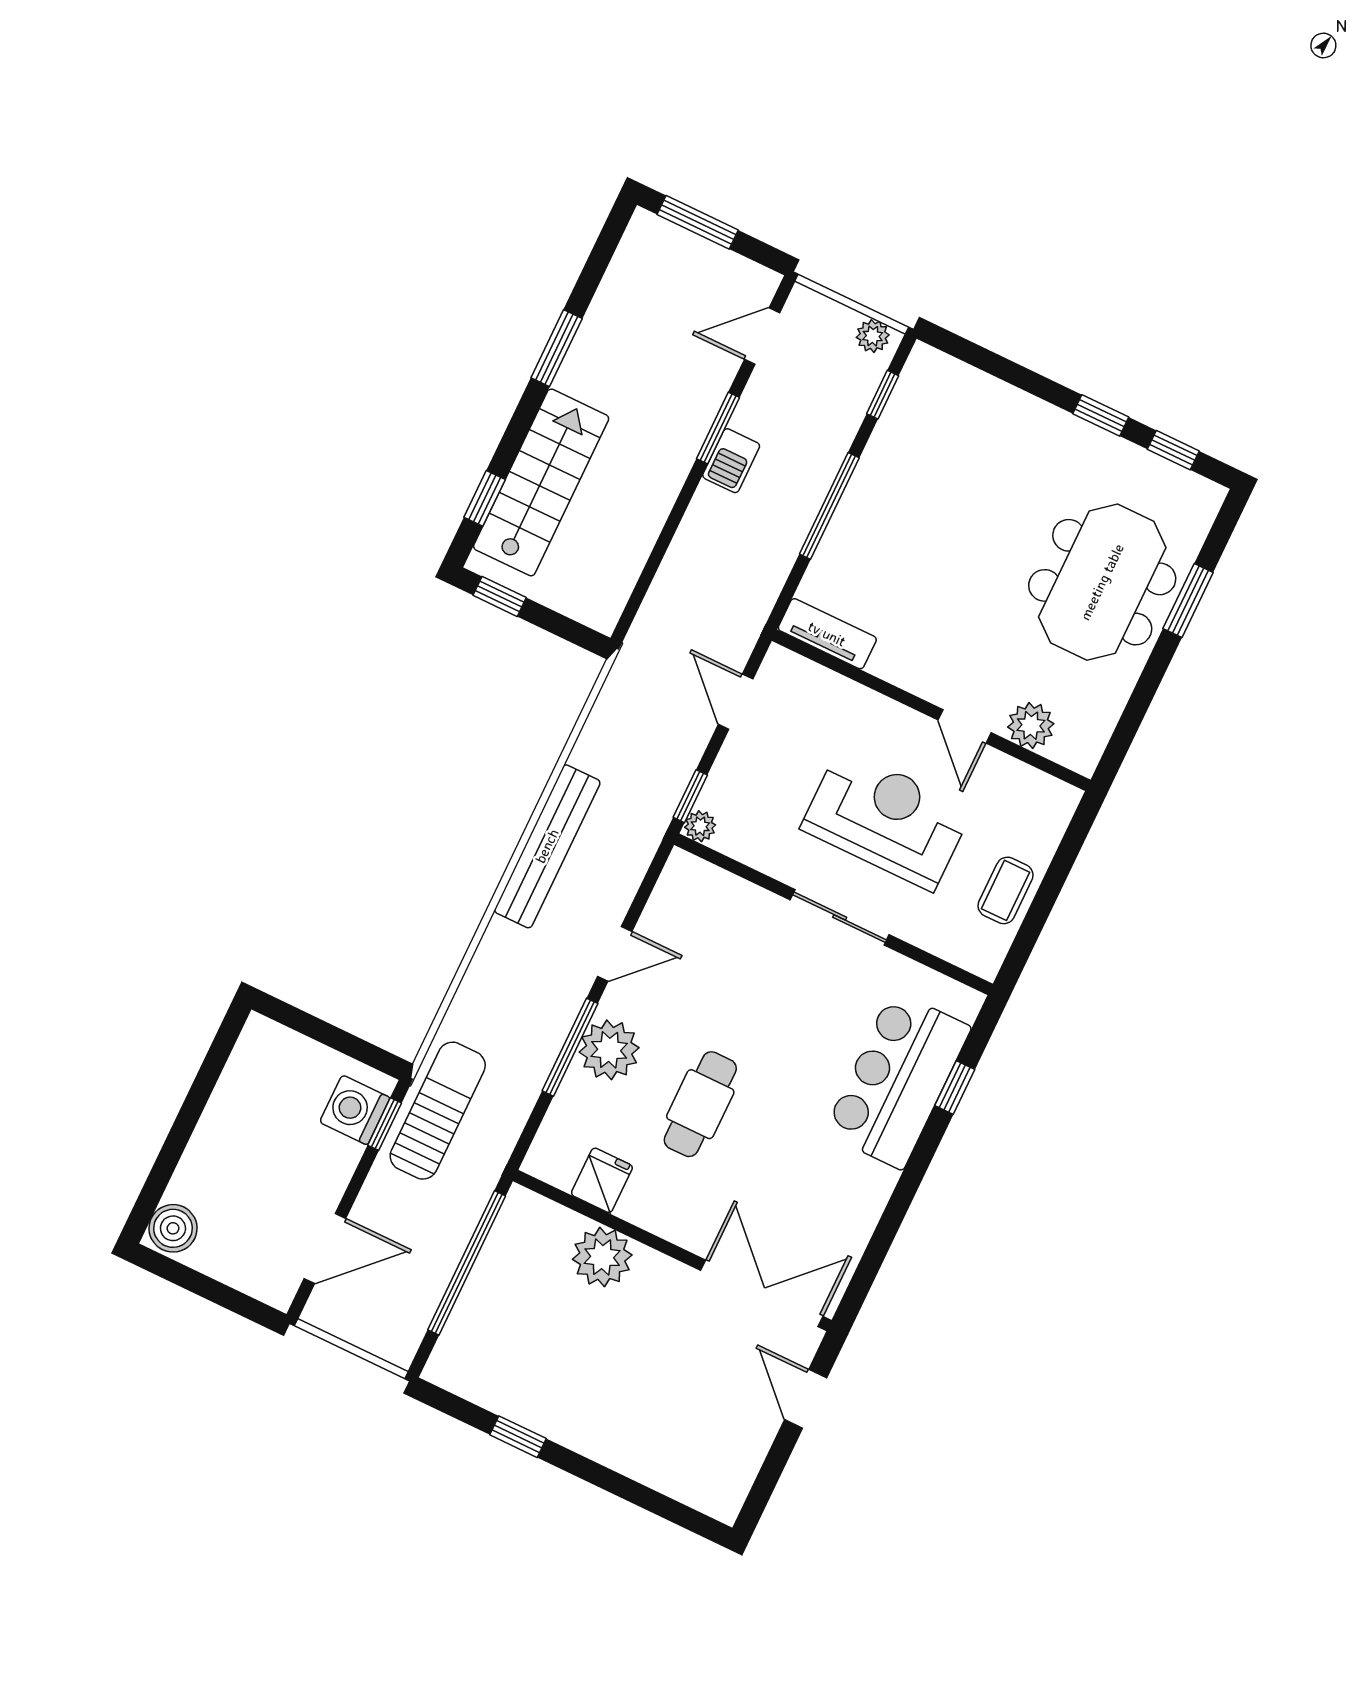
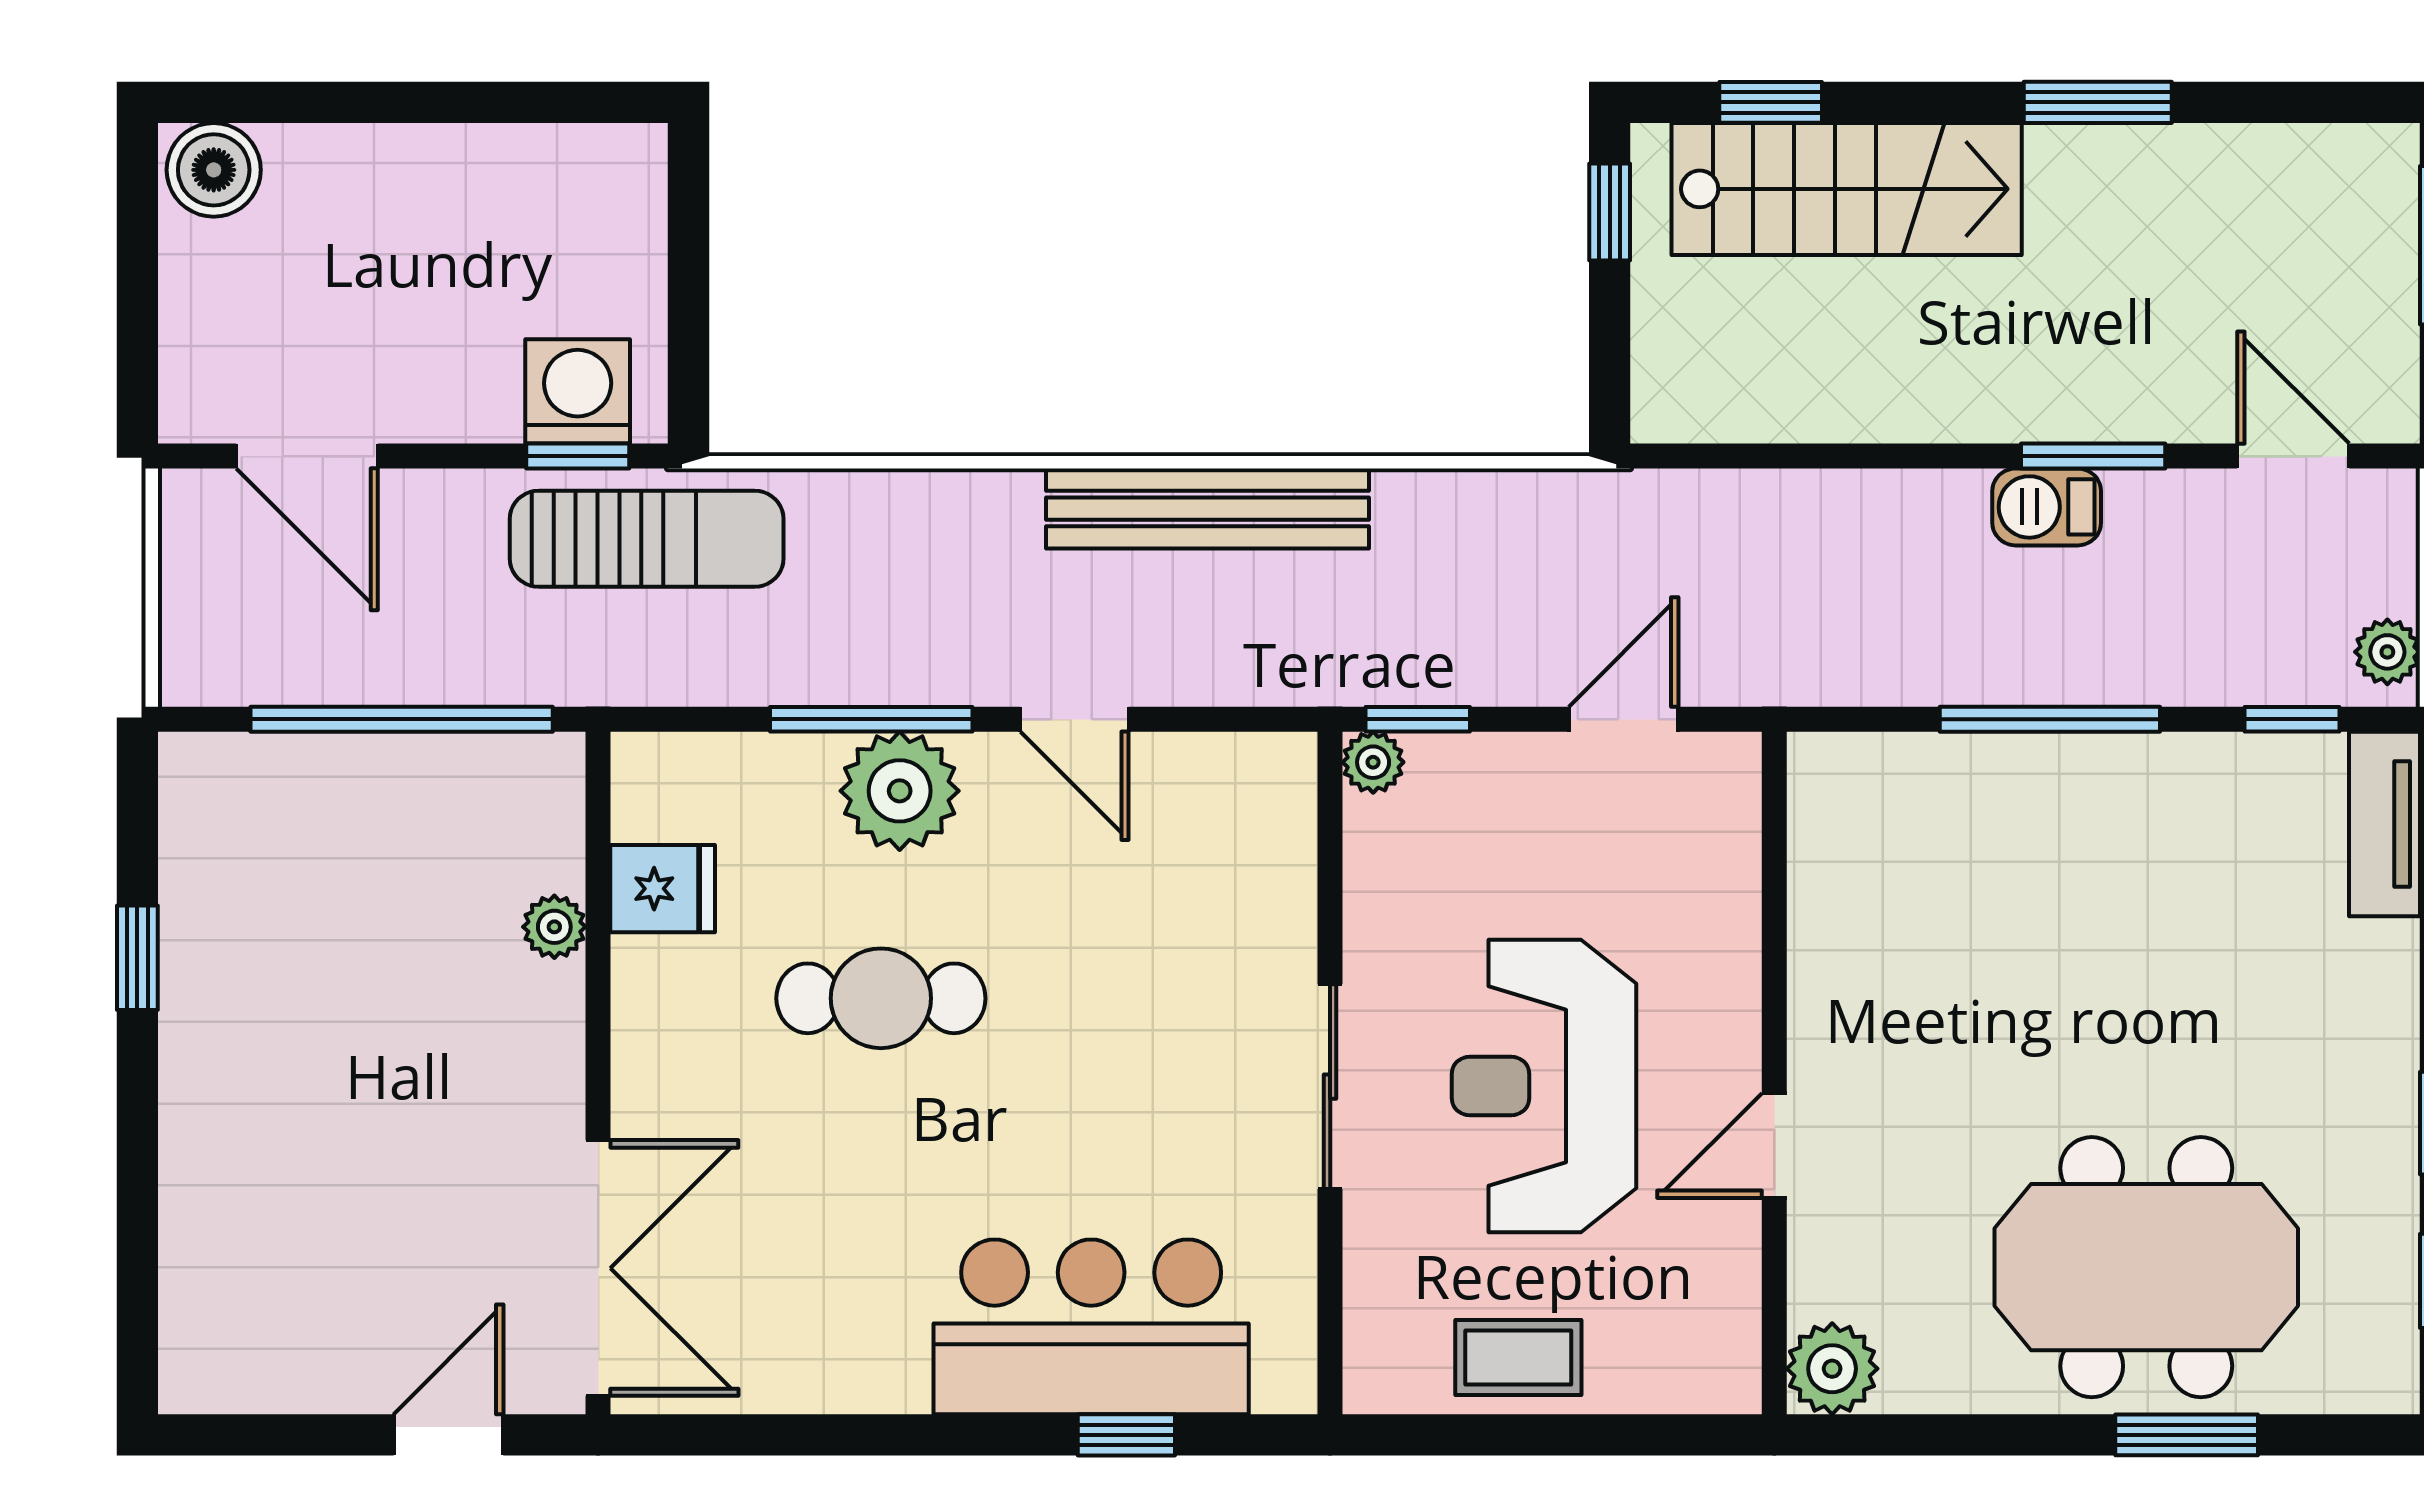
tv unit: (827, 634) -> (2385, 824), moved, turned 180
plant: (1031, 725) -> (1832, 1369), moved
reception desk: (886, 819) -> (1544, 1086), turned 180
plant: (602, 1257) -> (554, 927), width x0.53, depth x0.53

